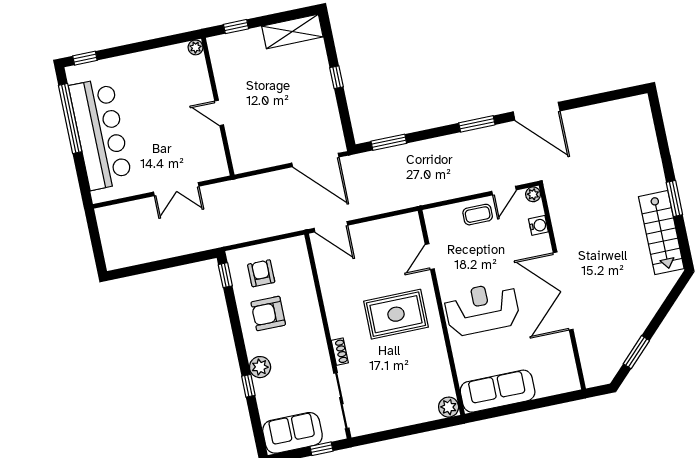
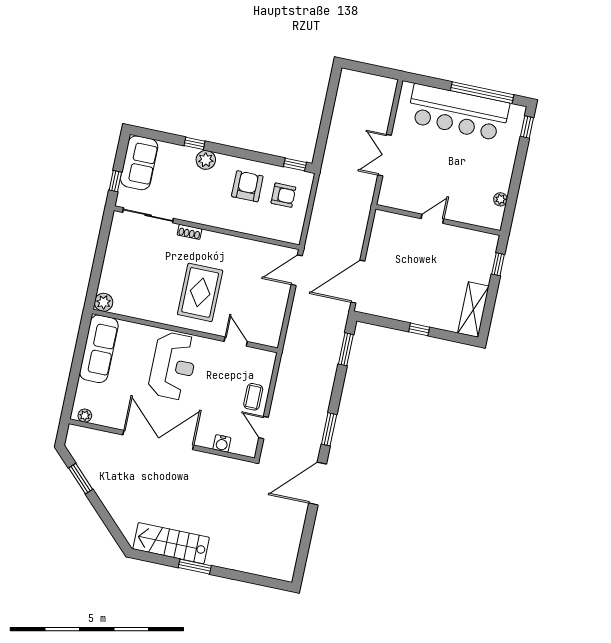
plant: (196, 47) -> (500, 199), moved
plant: (533, 194) -> (85, 416), moved

